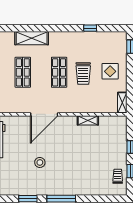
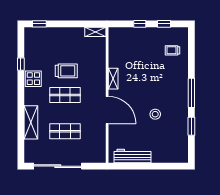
display table: (110, 71) -> (33, 79), moved
shelving: (88, 120) -> (113, 79), moved
trolley: (118, 176) -> (172, 50), moved

